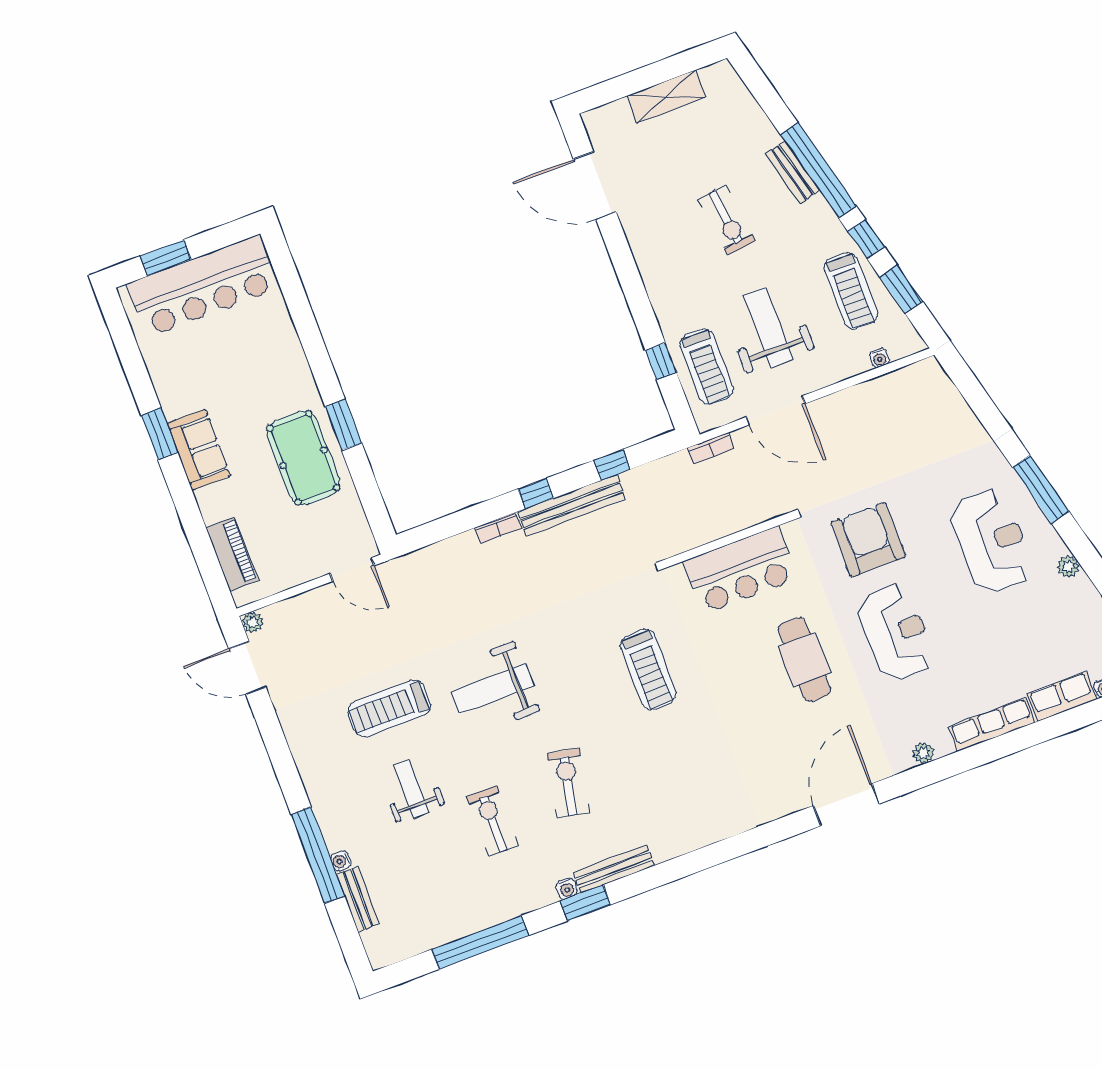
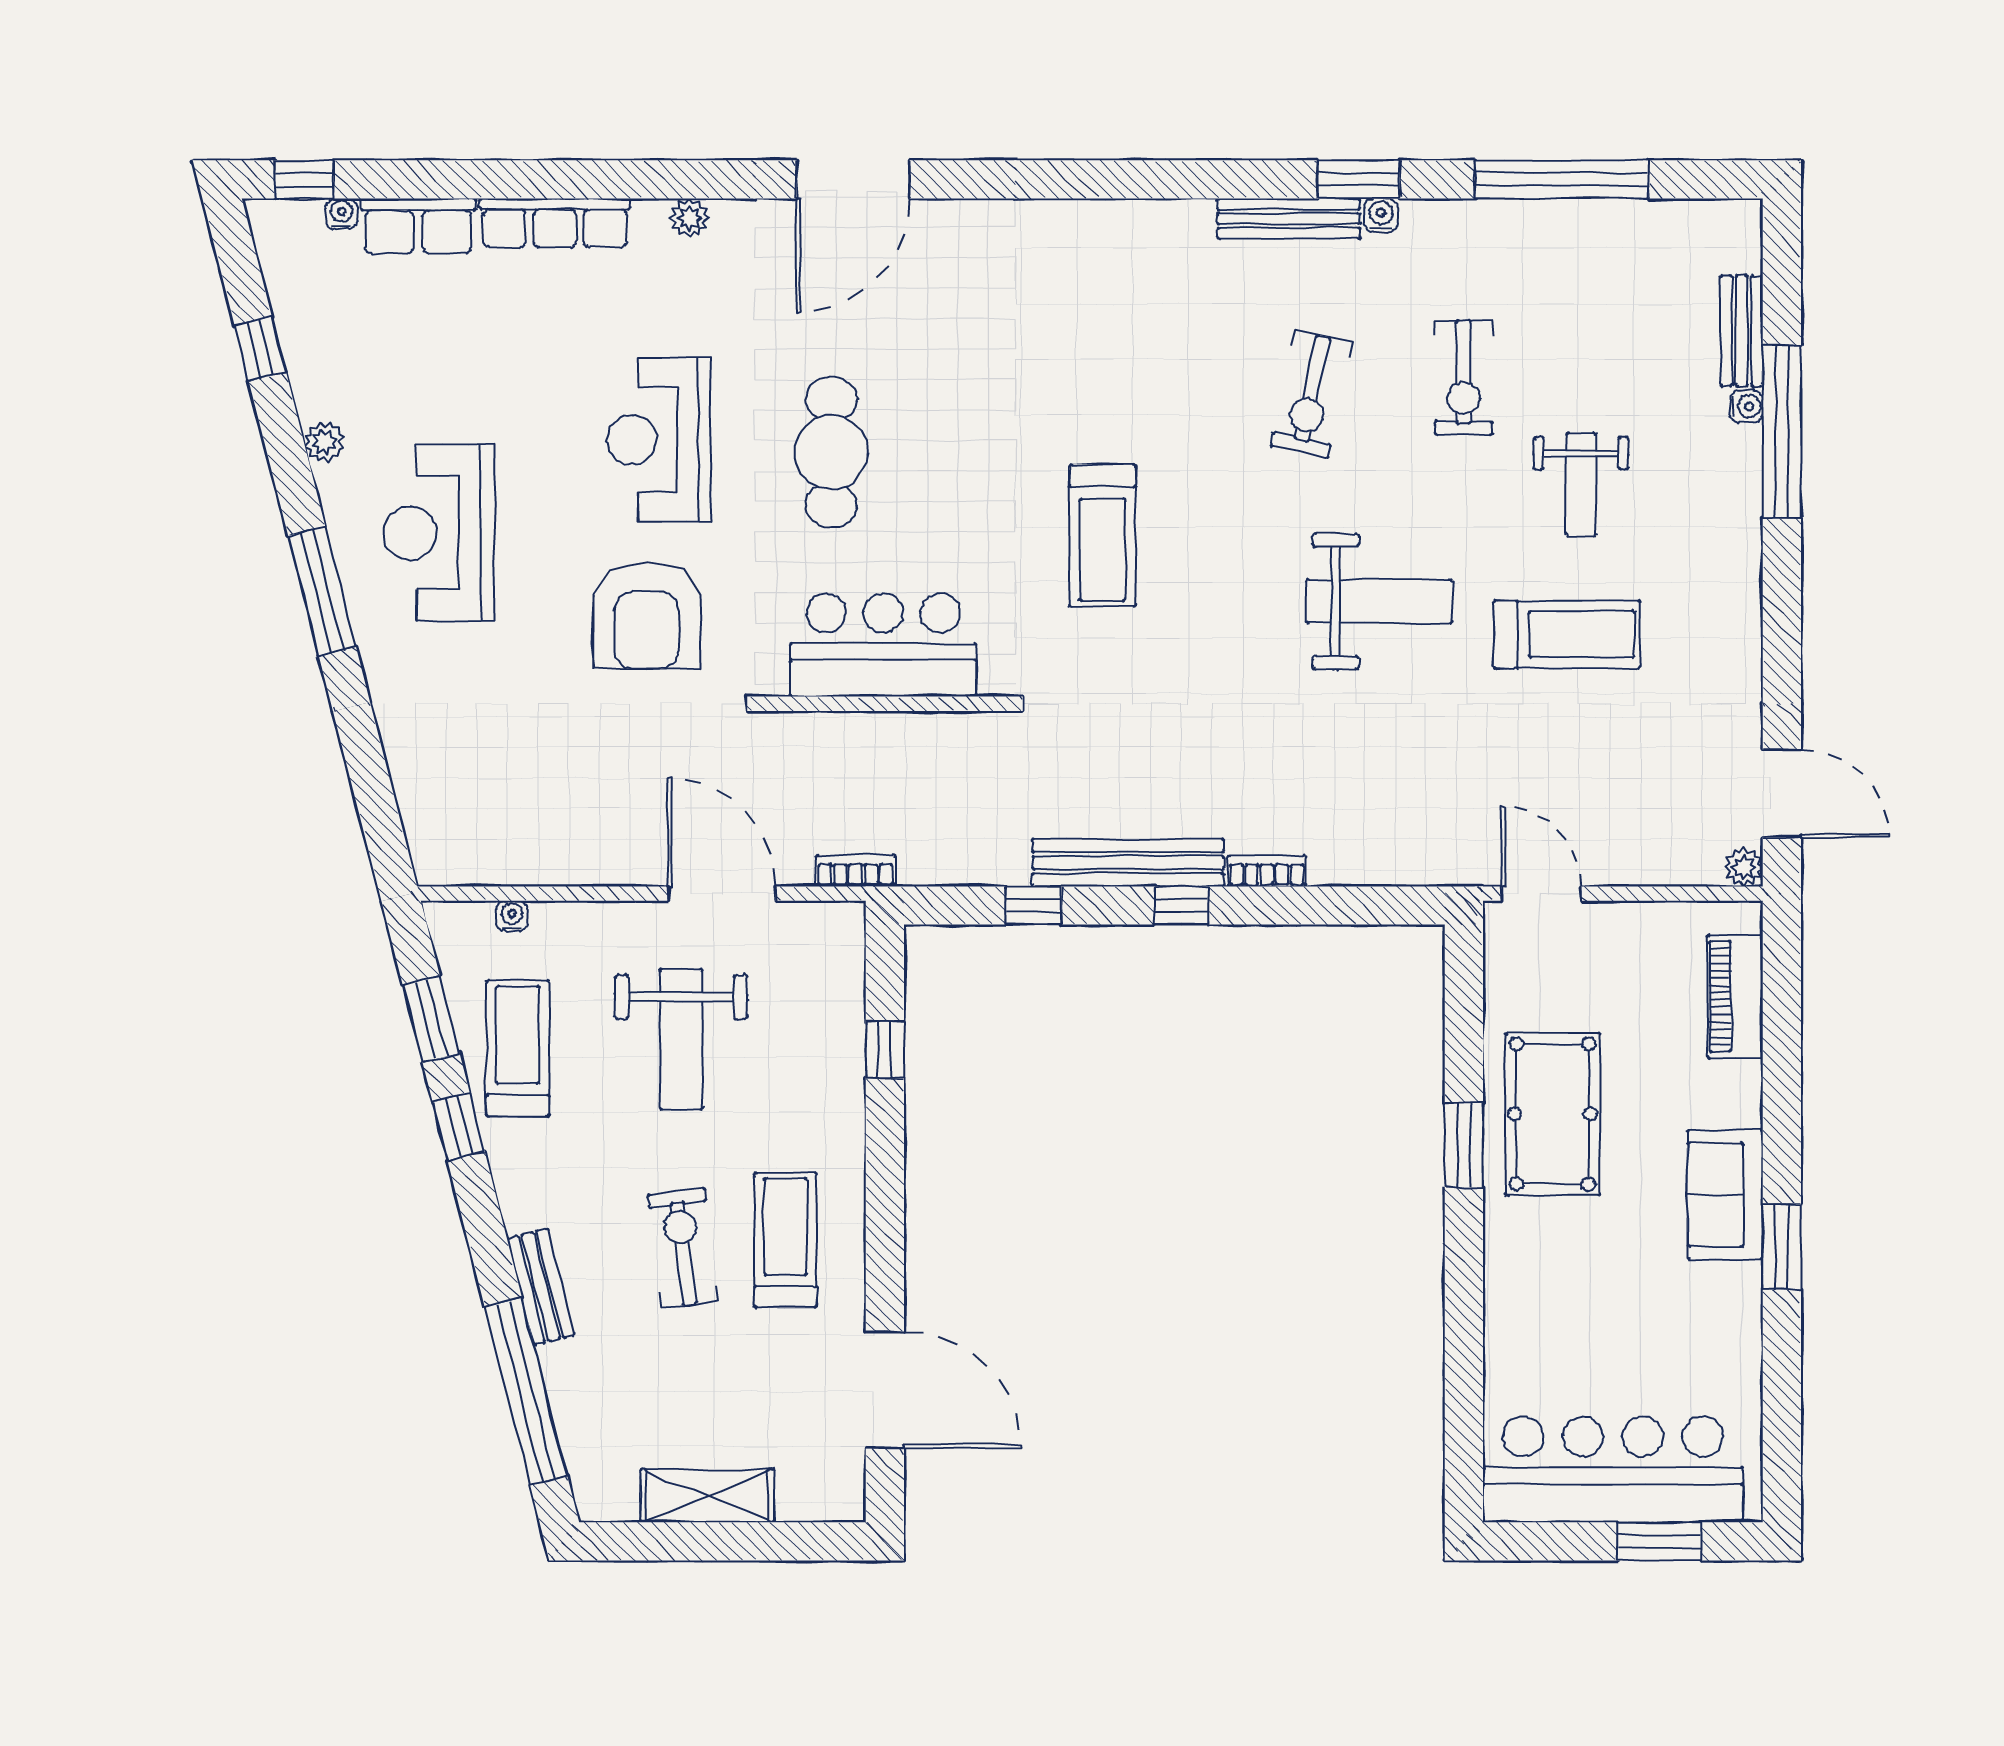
window: (818, 170) -> (526, 1391), moved
treadmill: (707, 367) -> (786, 1240), moved
treadmill: (648, 669) -> (1103, 535), turned 180

